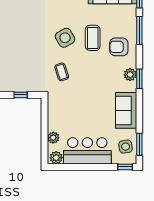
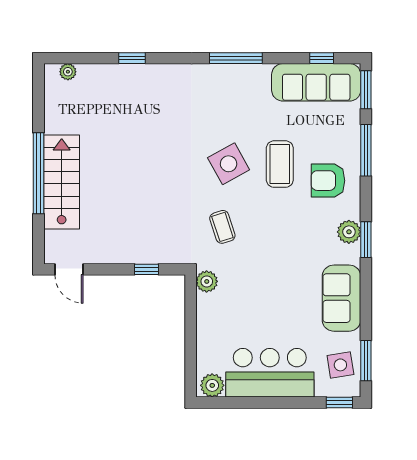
plant: (53, 138) -> (207, 281), moved

